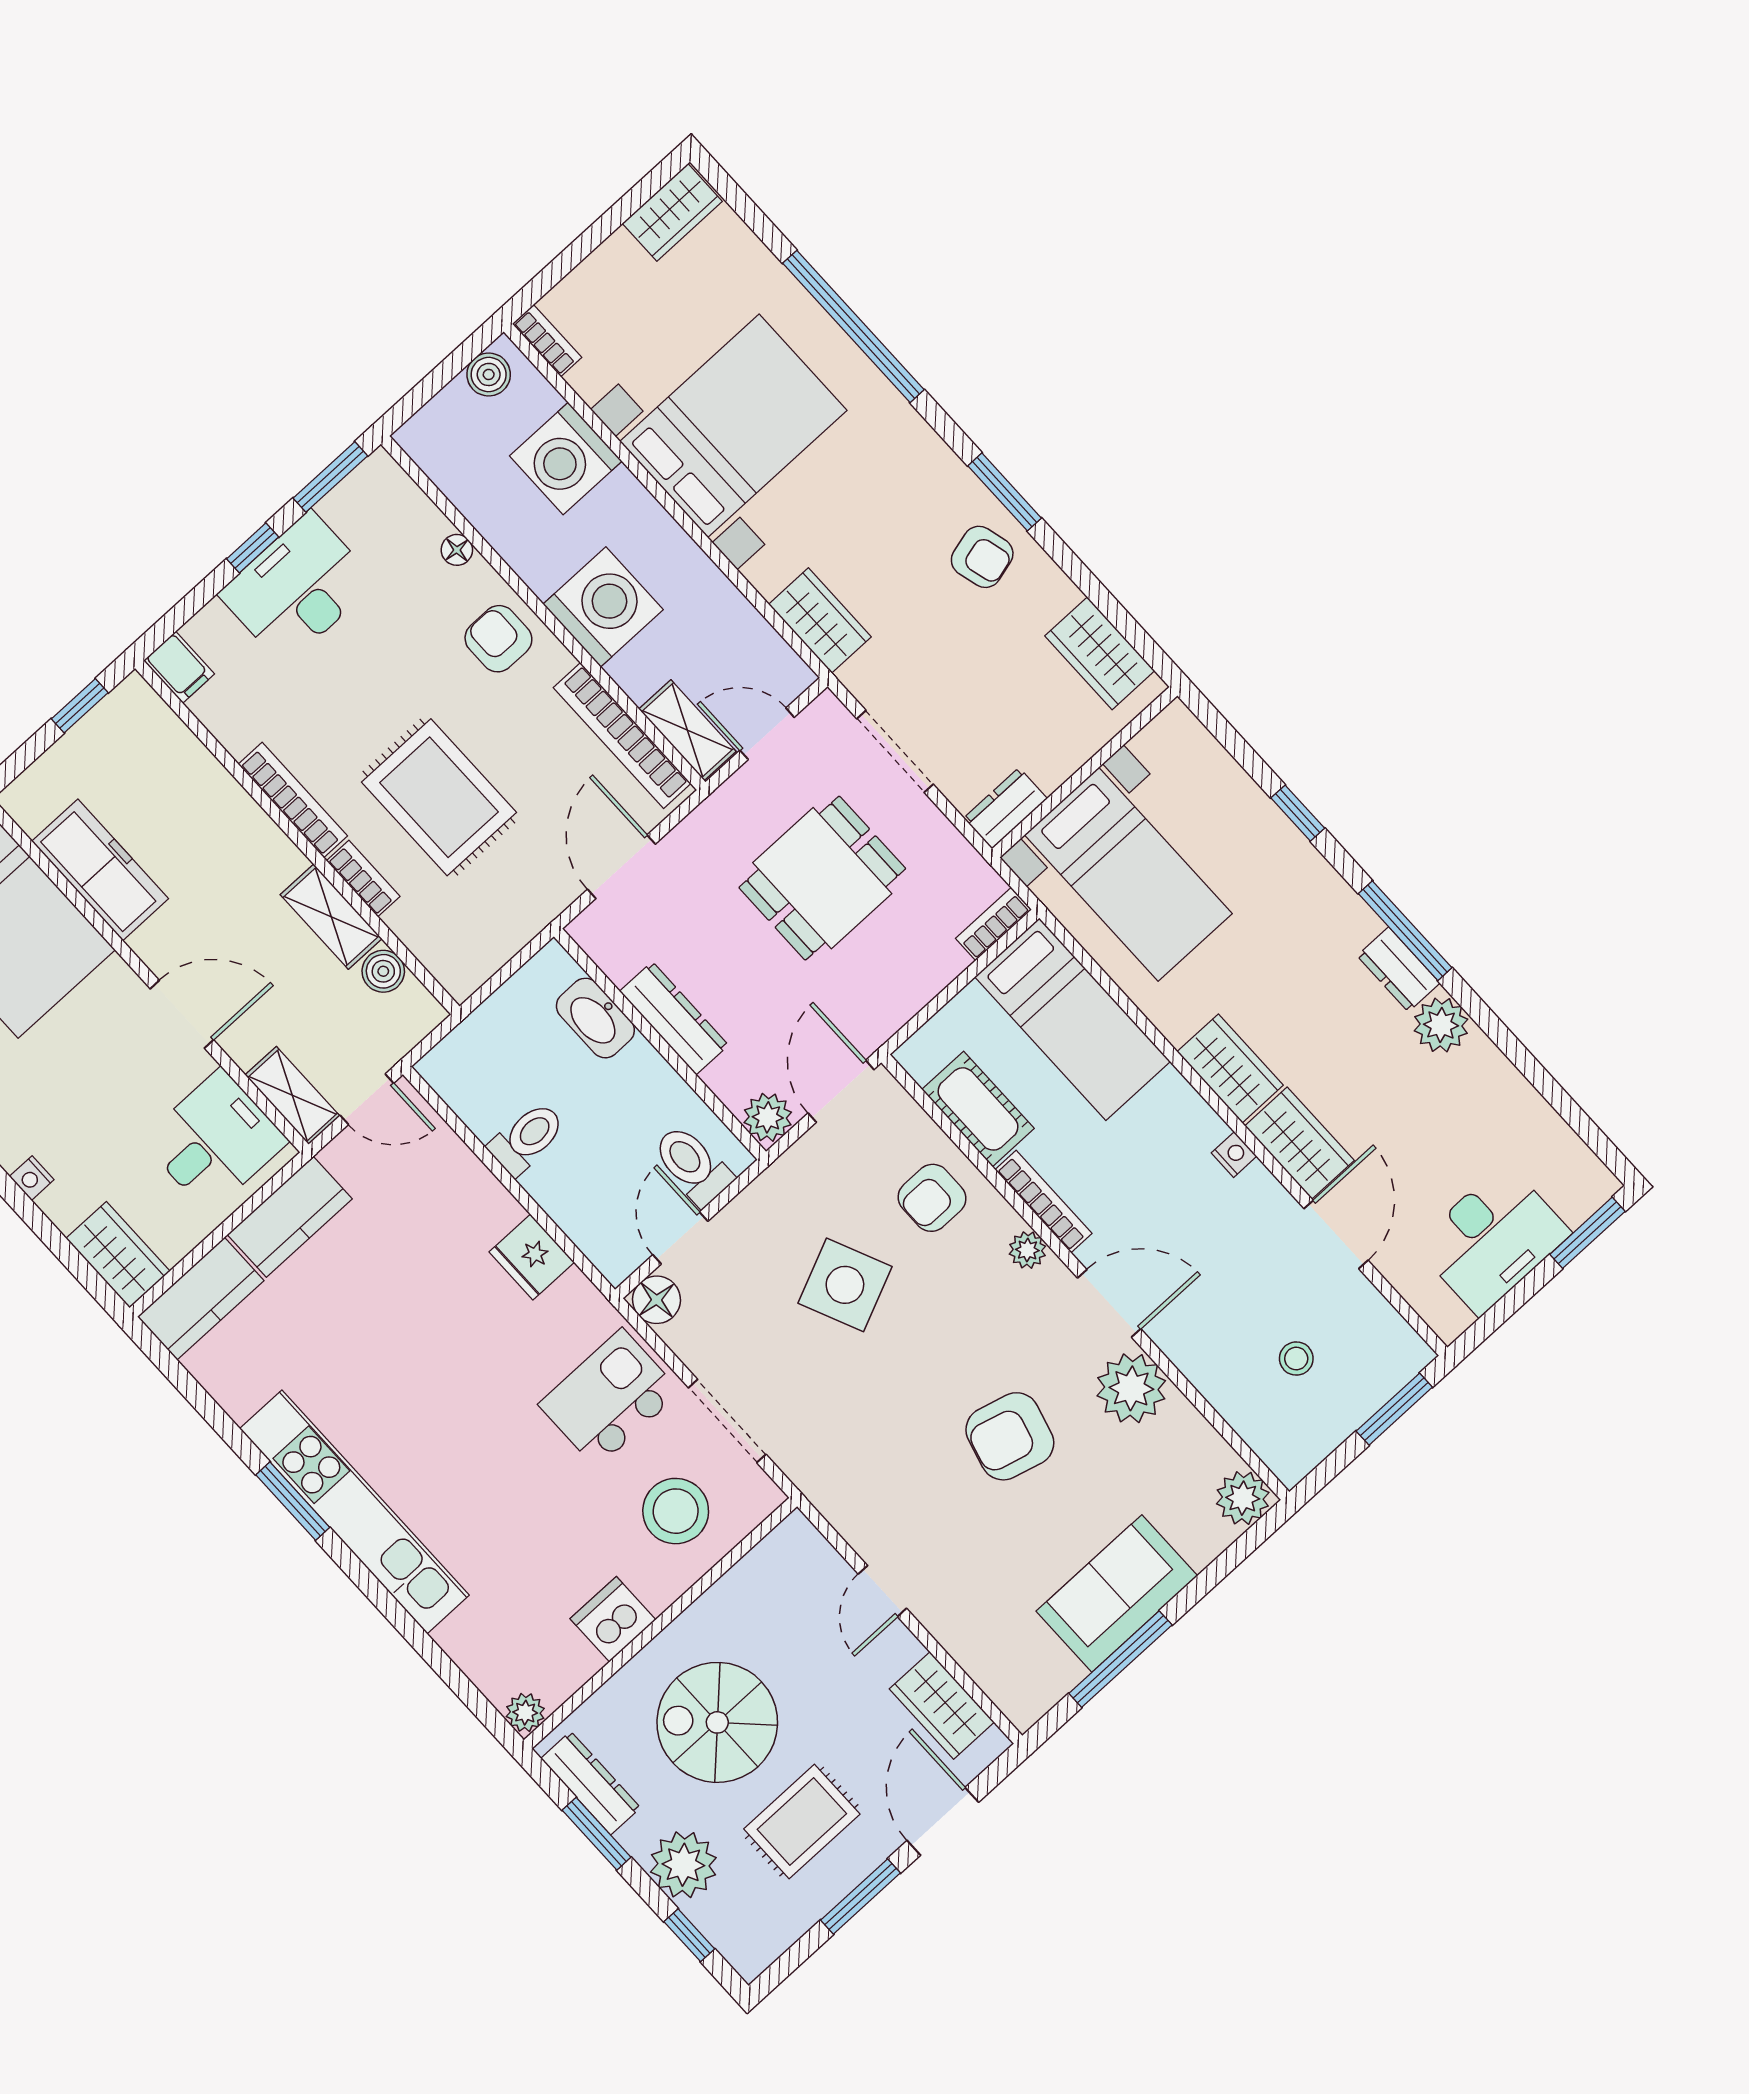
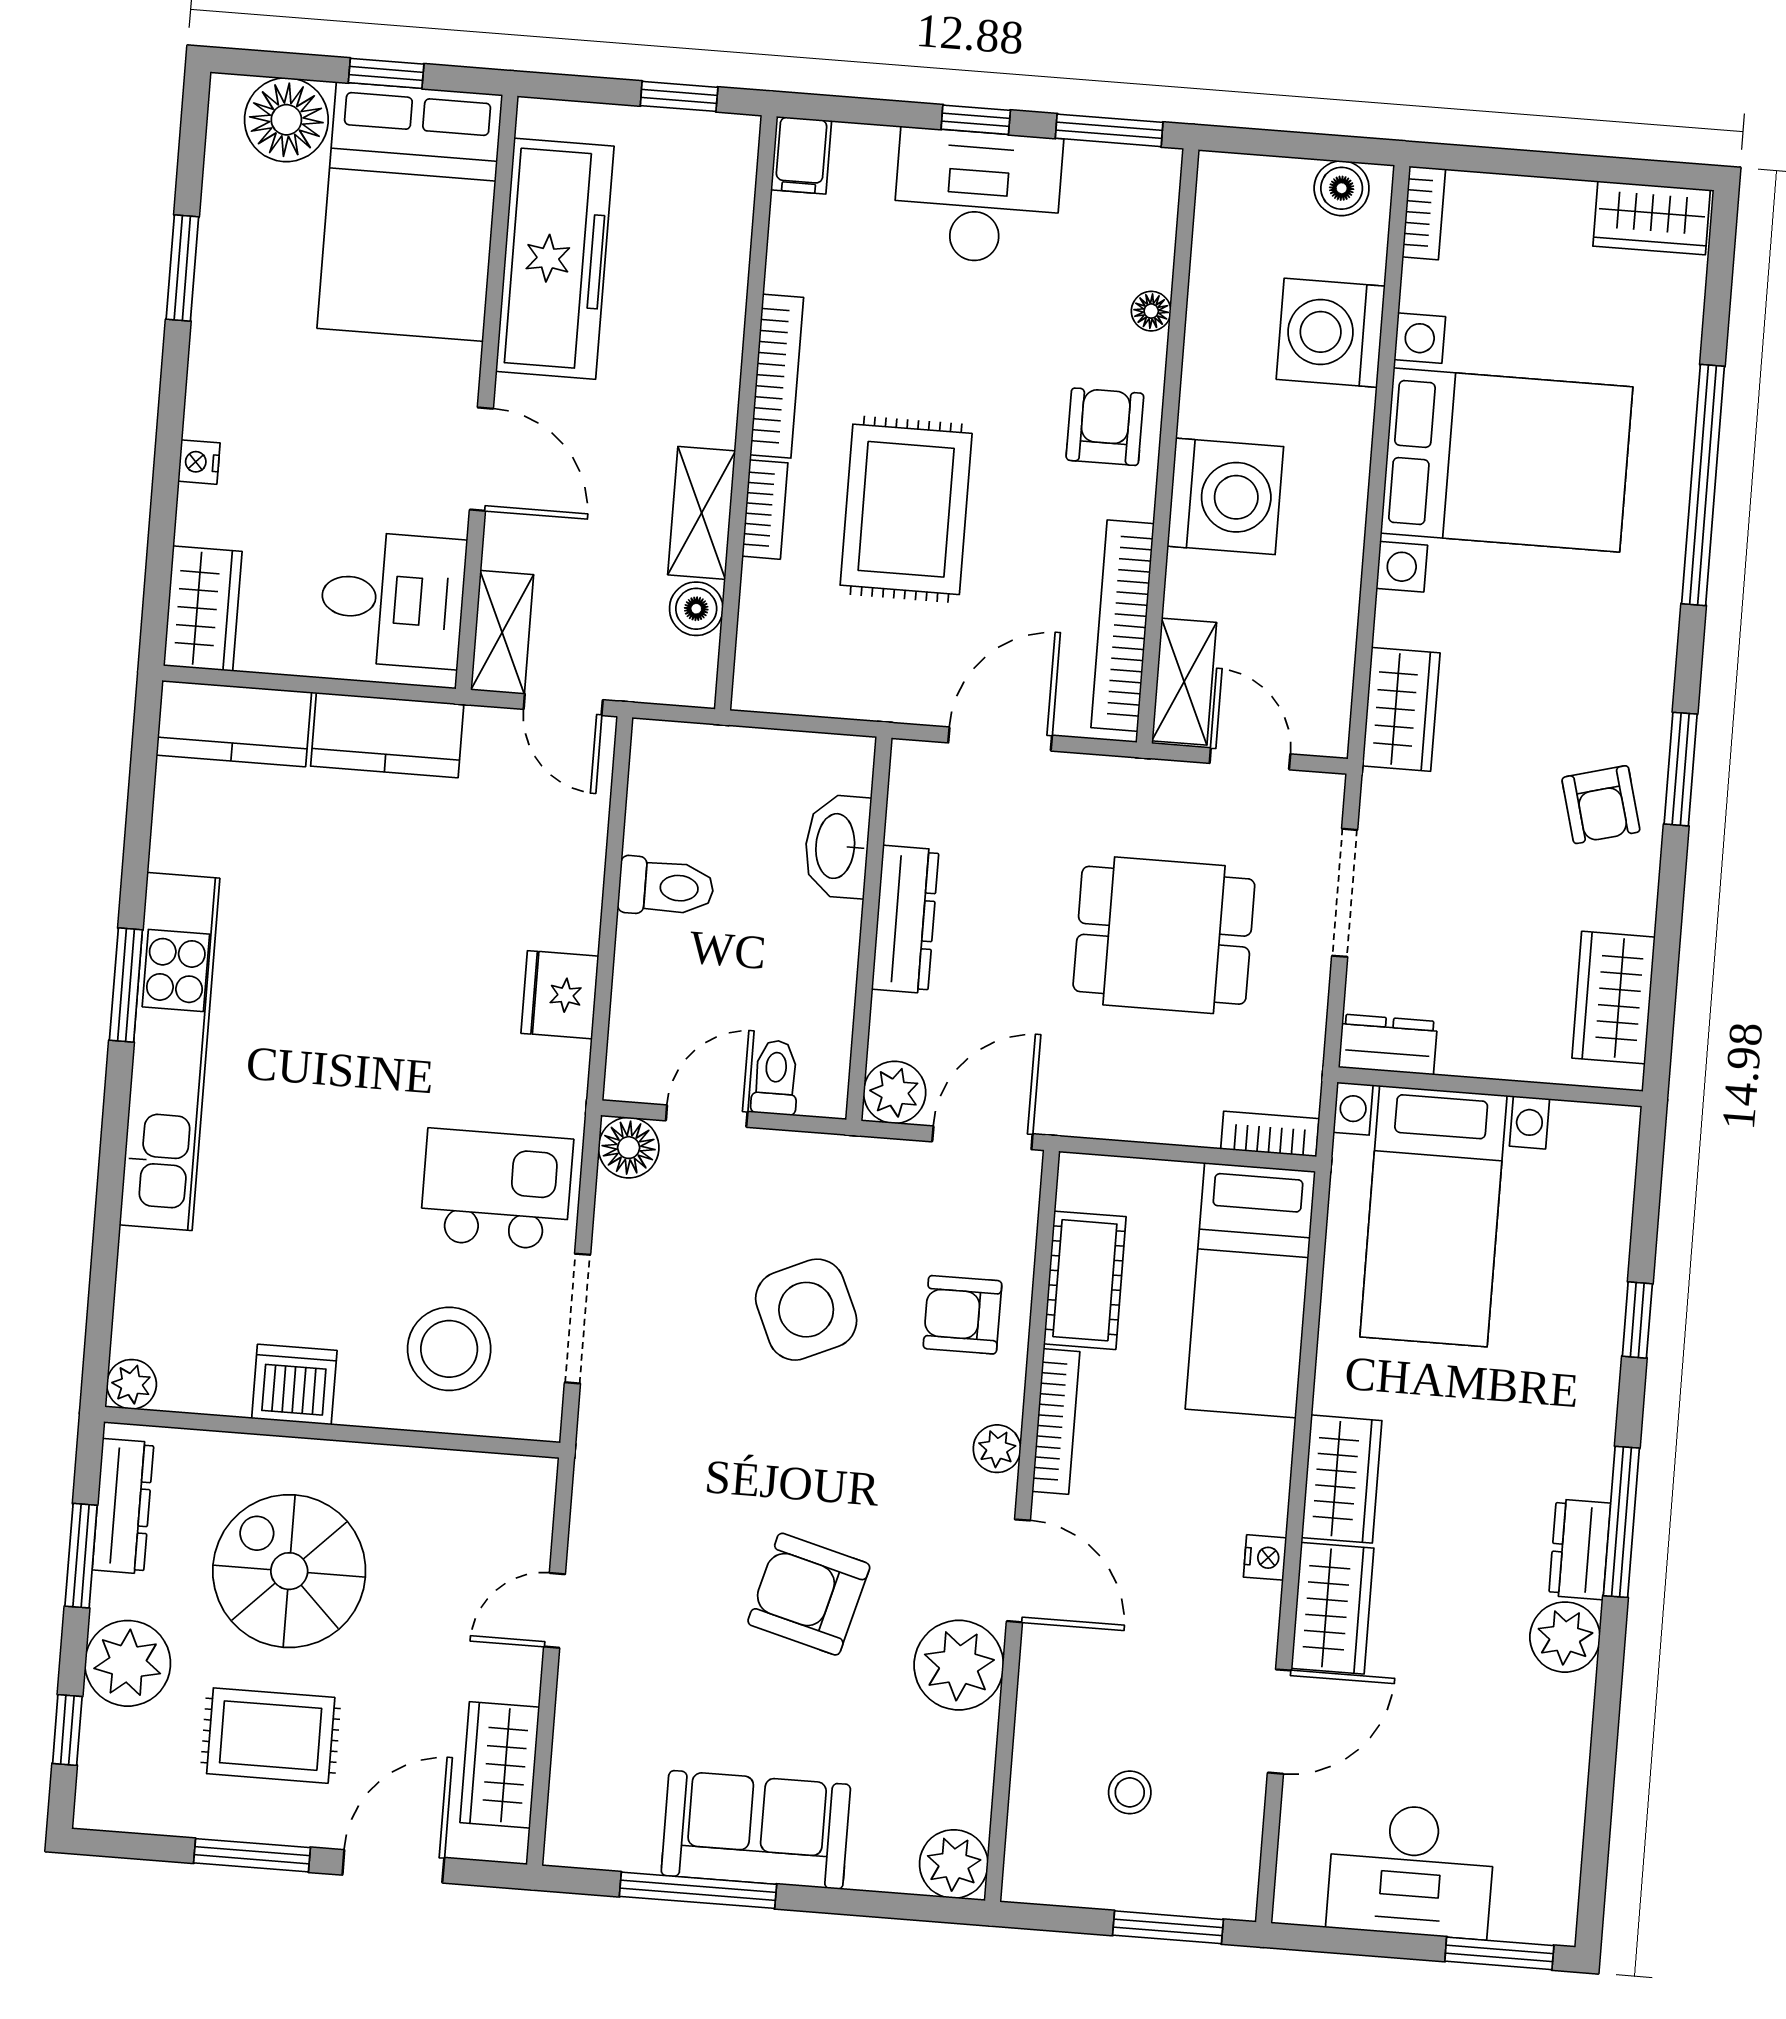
freezer: (100, 870) -> (555, 259), width x1.36, depth x1.26
toilet: (692, 1165) -> (775, 1077), width x0.73, depth x0.72

